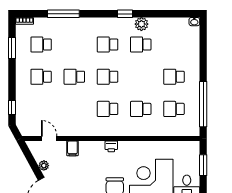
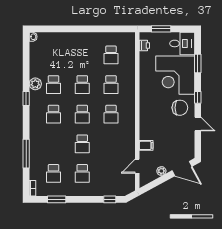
school desk: (174, 77) -> (82, 85), moved
window: (203, 104) -> (107, 29), removed
printer: (111, 146) -> (144, 45), moved

